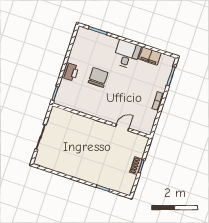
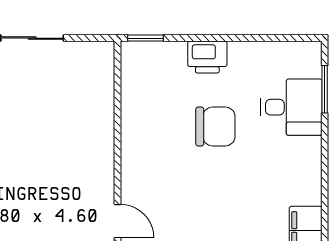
desk: (127, 54) -> (291, 107), moved

